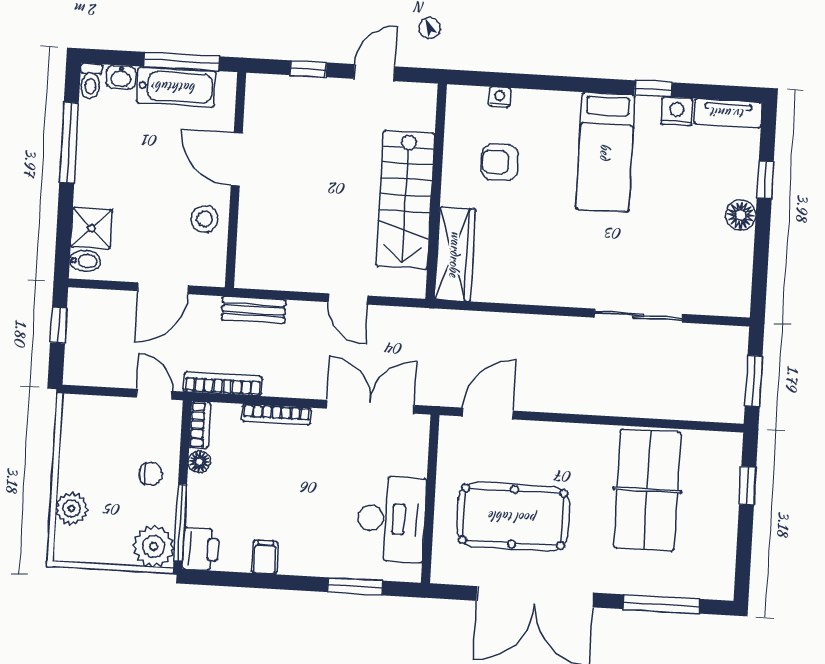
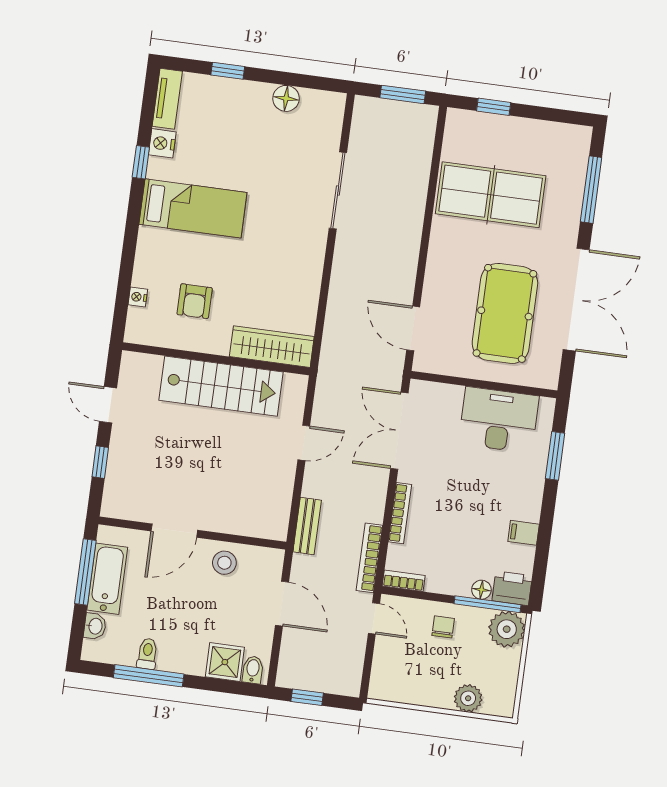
toilet: (91, 81) -> (147, 654), moved, turned -90
floor lamp: (741, 215) -> (286, 98), moved
door: (154, 394) -> (374, 618), swing flipped
floor lamp: (199, 462) -> (481, 590), moved

